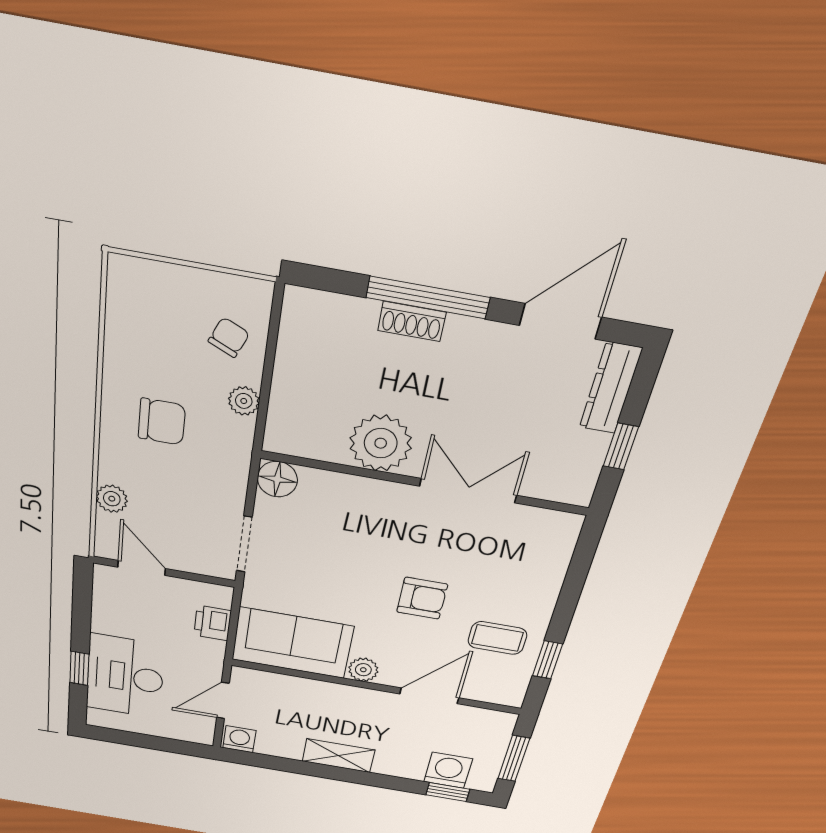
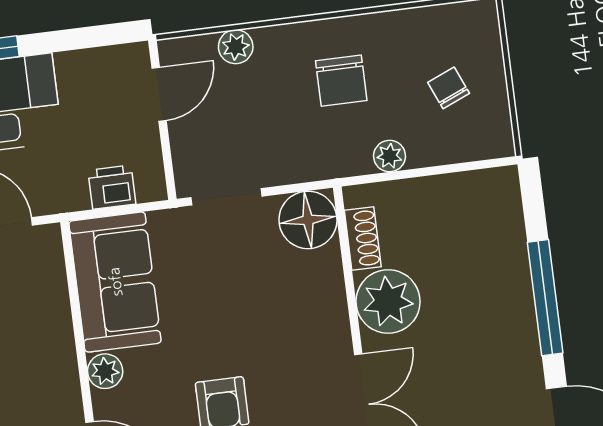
shoe rack: (412, 321) -> (363, 238), moved, turned 180
chair: (229, 337) -> (449, 88), moved, turned -137
floor lamp: (277, 479) -> (308, 220), width x1.38, depth x1.38

